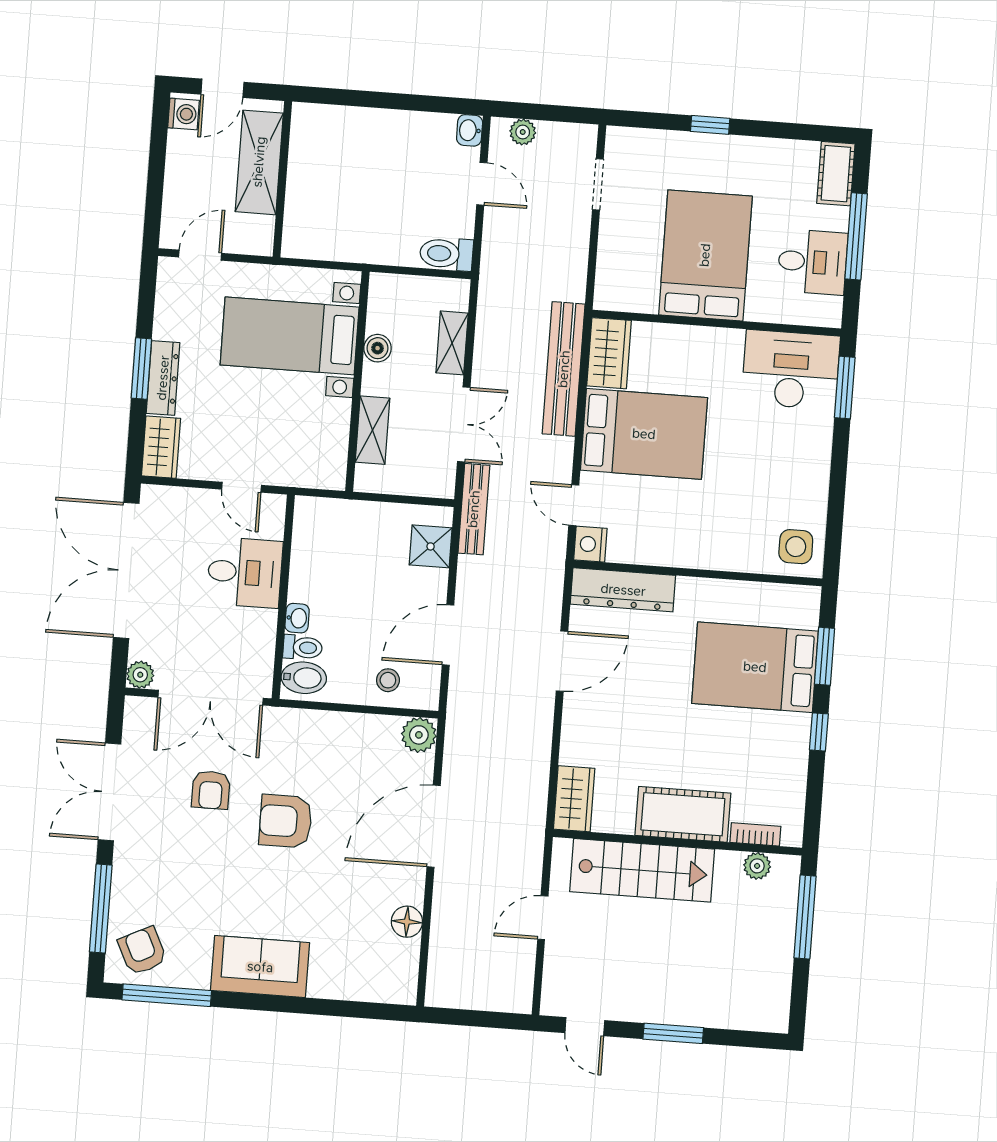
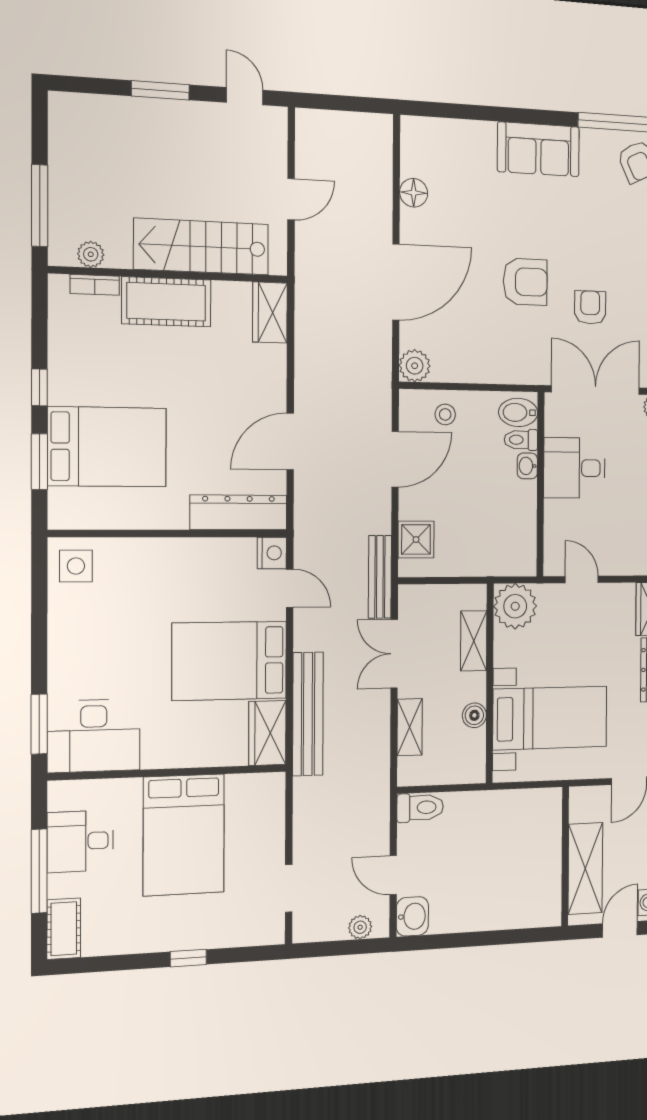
washbasin: (470, 130) -> (412, 916), width x1.38, depth x1.45
plant: (322, 464) -> (515, 606), added
desk: (245, 572) -> (574, 468), moved

